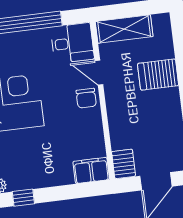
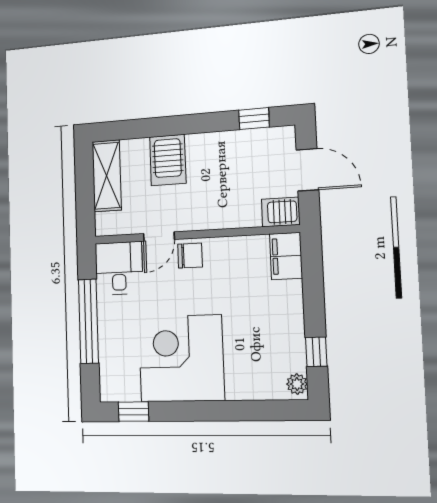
shelving: (124, 29) -> (107, 176), moved

